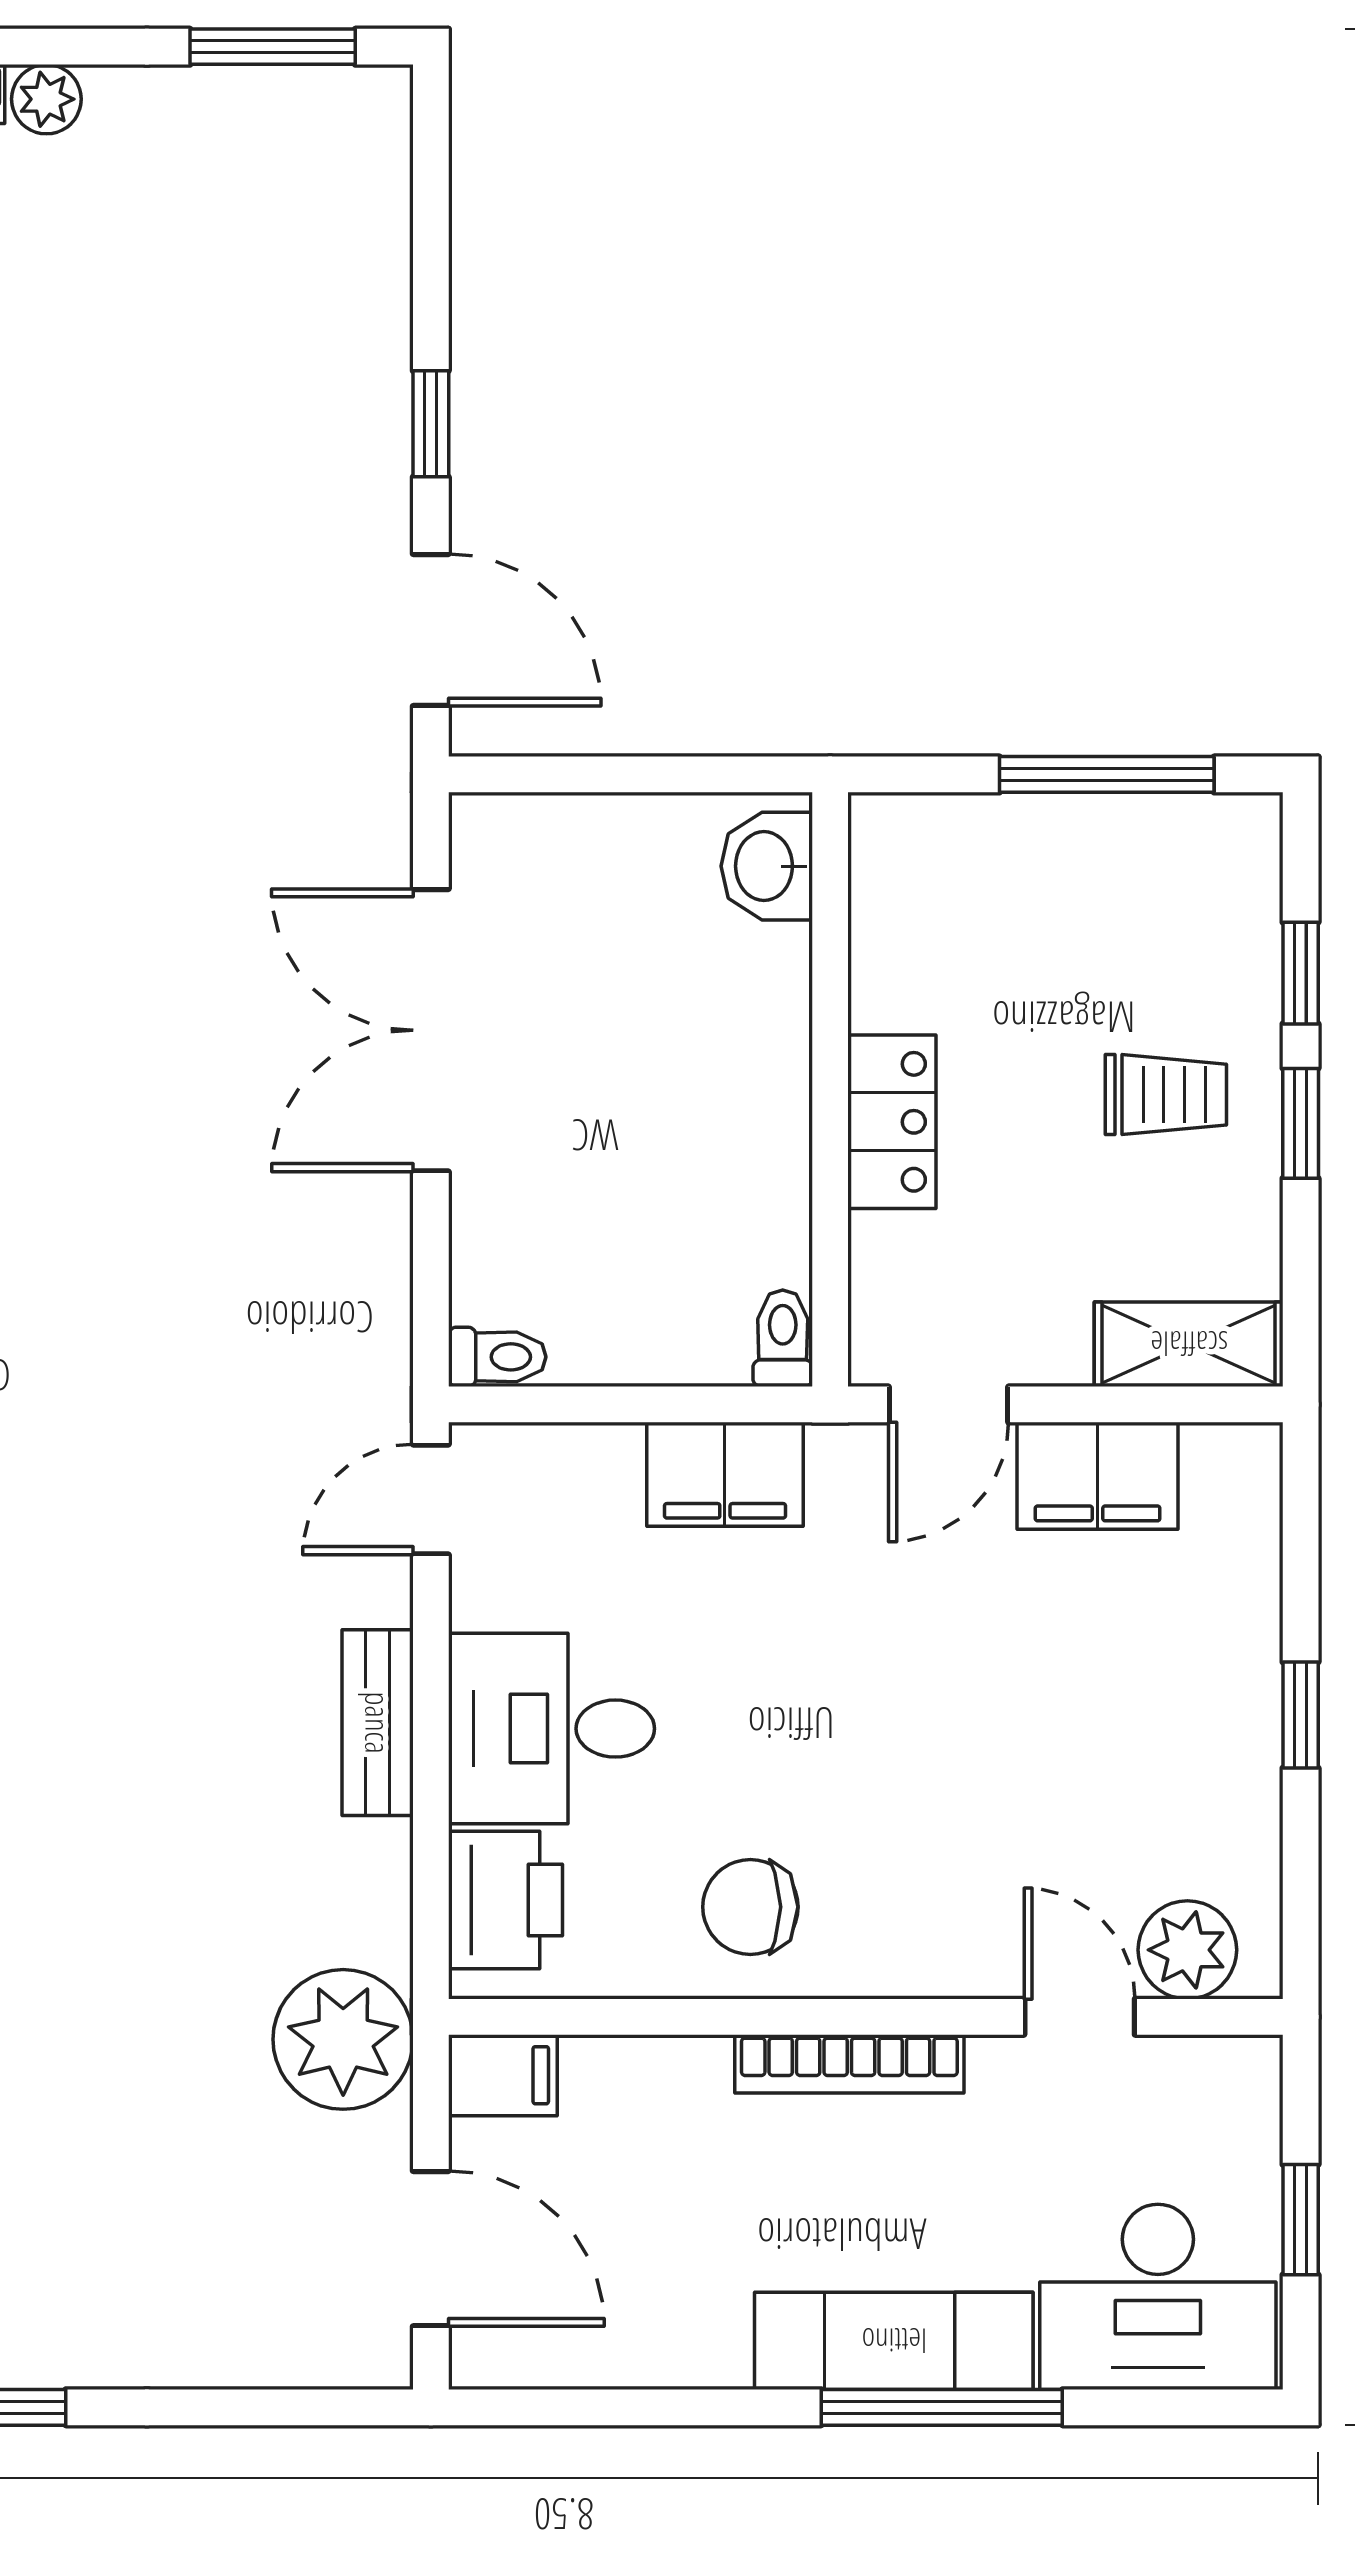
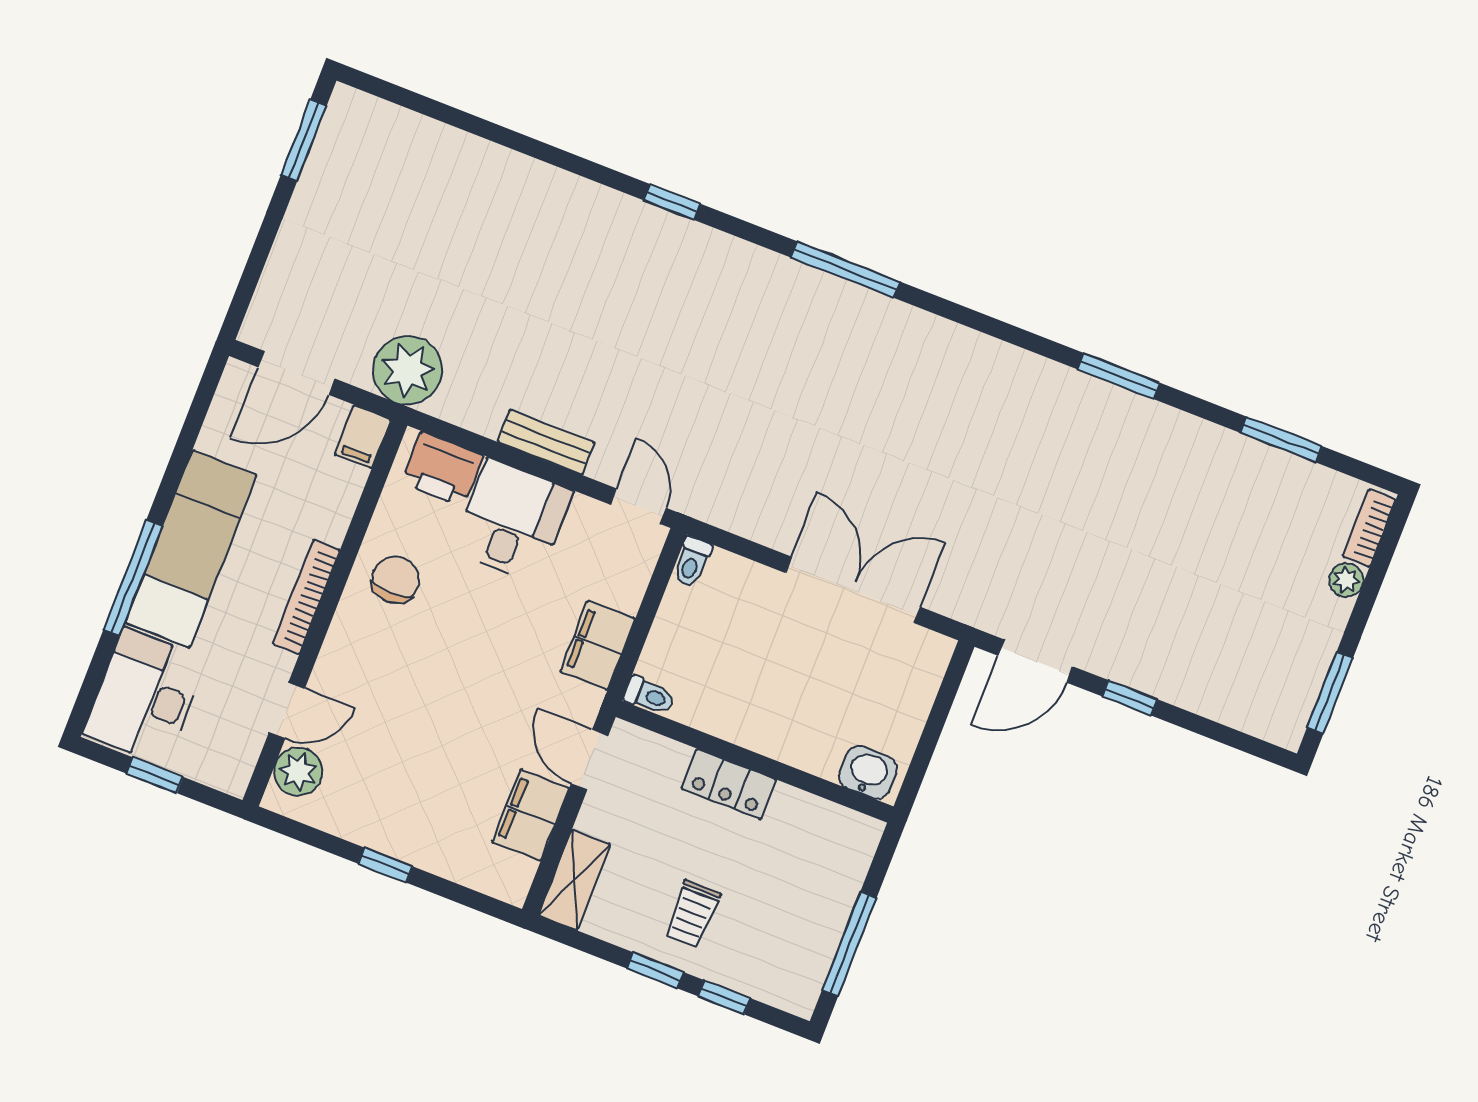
exam couch: (894, 2341) -> (191, 549), width x1.36, depth x1.45

